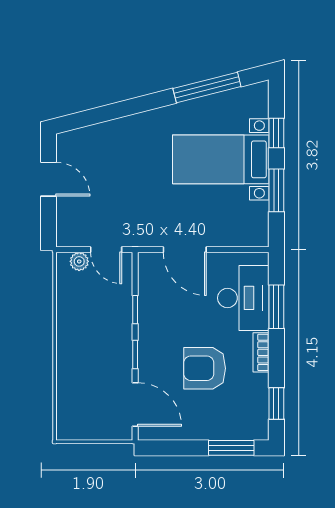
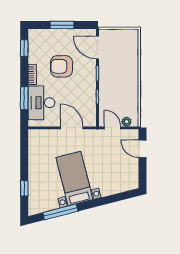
bed with nightstands: (221, 159) -> (74, 179), moved, turned -104
door: (48, 179) -> (142, 149), moved
window: (276, 190) -> (24, 159), removed
armchair: (205, 368) -> (62, 66), turned 180
window: (231, 448) -> (62, 25), moved

